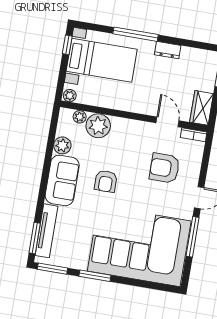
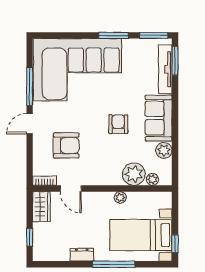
plant: (70, 96) -> (120, 197), moved

